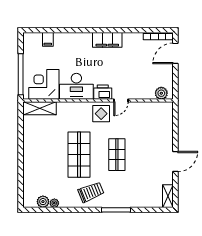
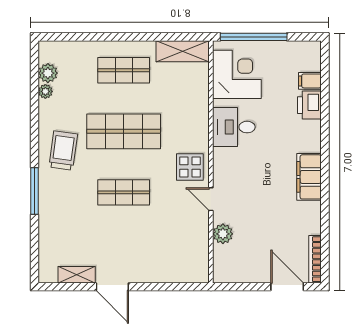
desk: (76, 86) -> (234, 127), width x0.73
printer: (103, 92) -> (309, 105), moved, turned 180
plant: (161, 93) -> (223, 234), moved
shelving: (40, 108) -> (183, 51), moved, turned 90
shop shelf: (41, 155) -> (124, 70), added
trolley: (91, 192) -> (63, 151), turned -150
shelving: (168, 196) -> (77, 275), moved

